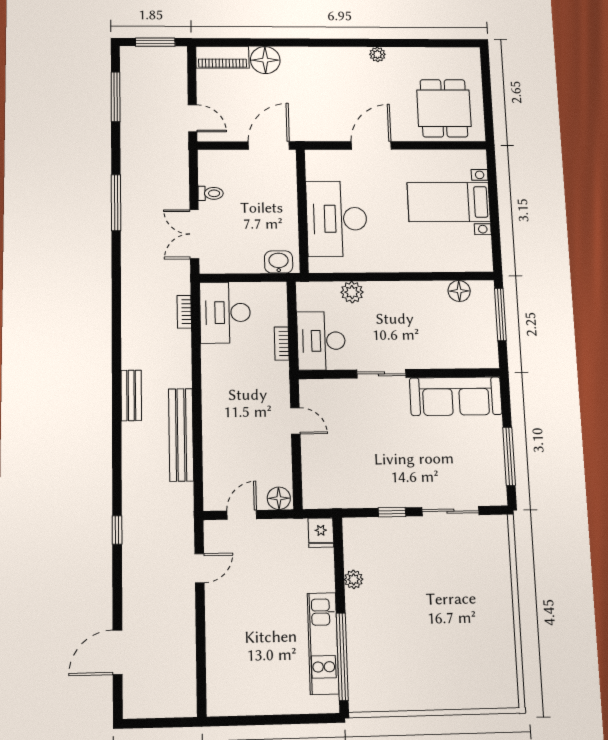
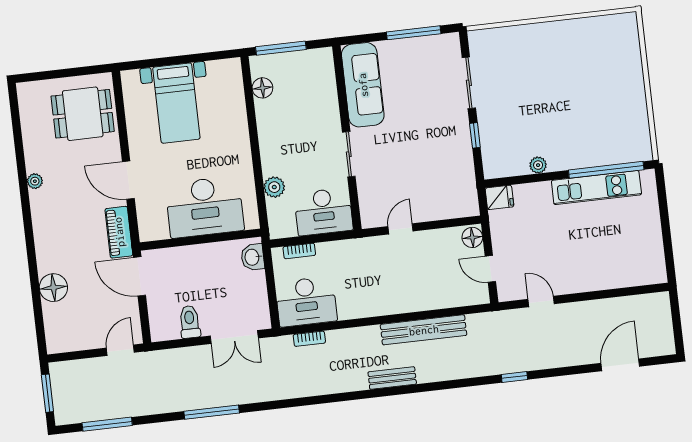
piano: (222, 57) -> (119, 232), moved, turned 180
toilet: (211, 193) -> (190, 322), width x1.37, depth x1.39
bookcase: (282, 344) -> (299, 251), moved
door: (118, 652) -> (620, 365), swing flipped

